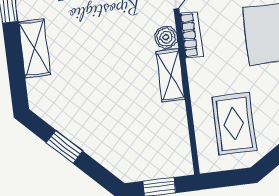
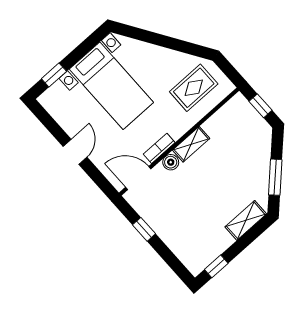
shelving: (34, 48) -> (246, 220), moved
window: (65, 147) -> (275, 177), width x1.50

